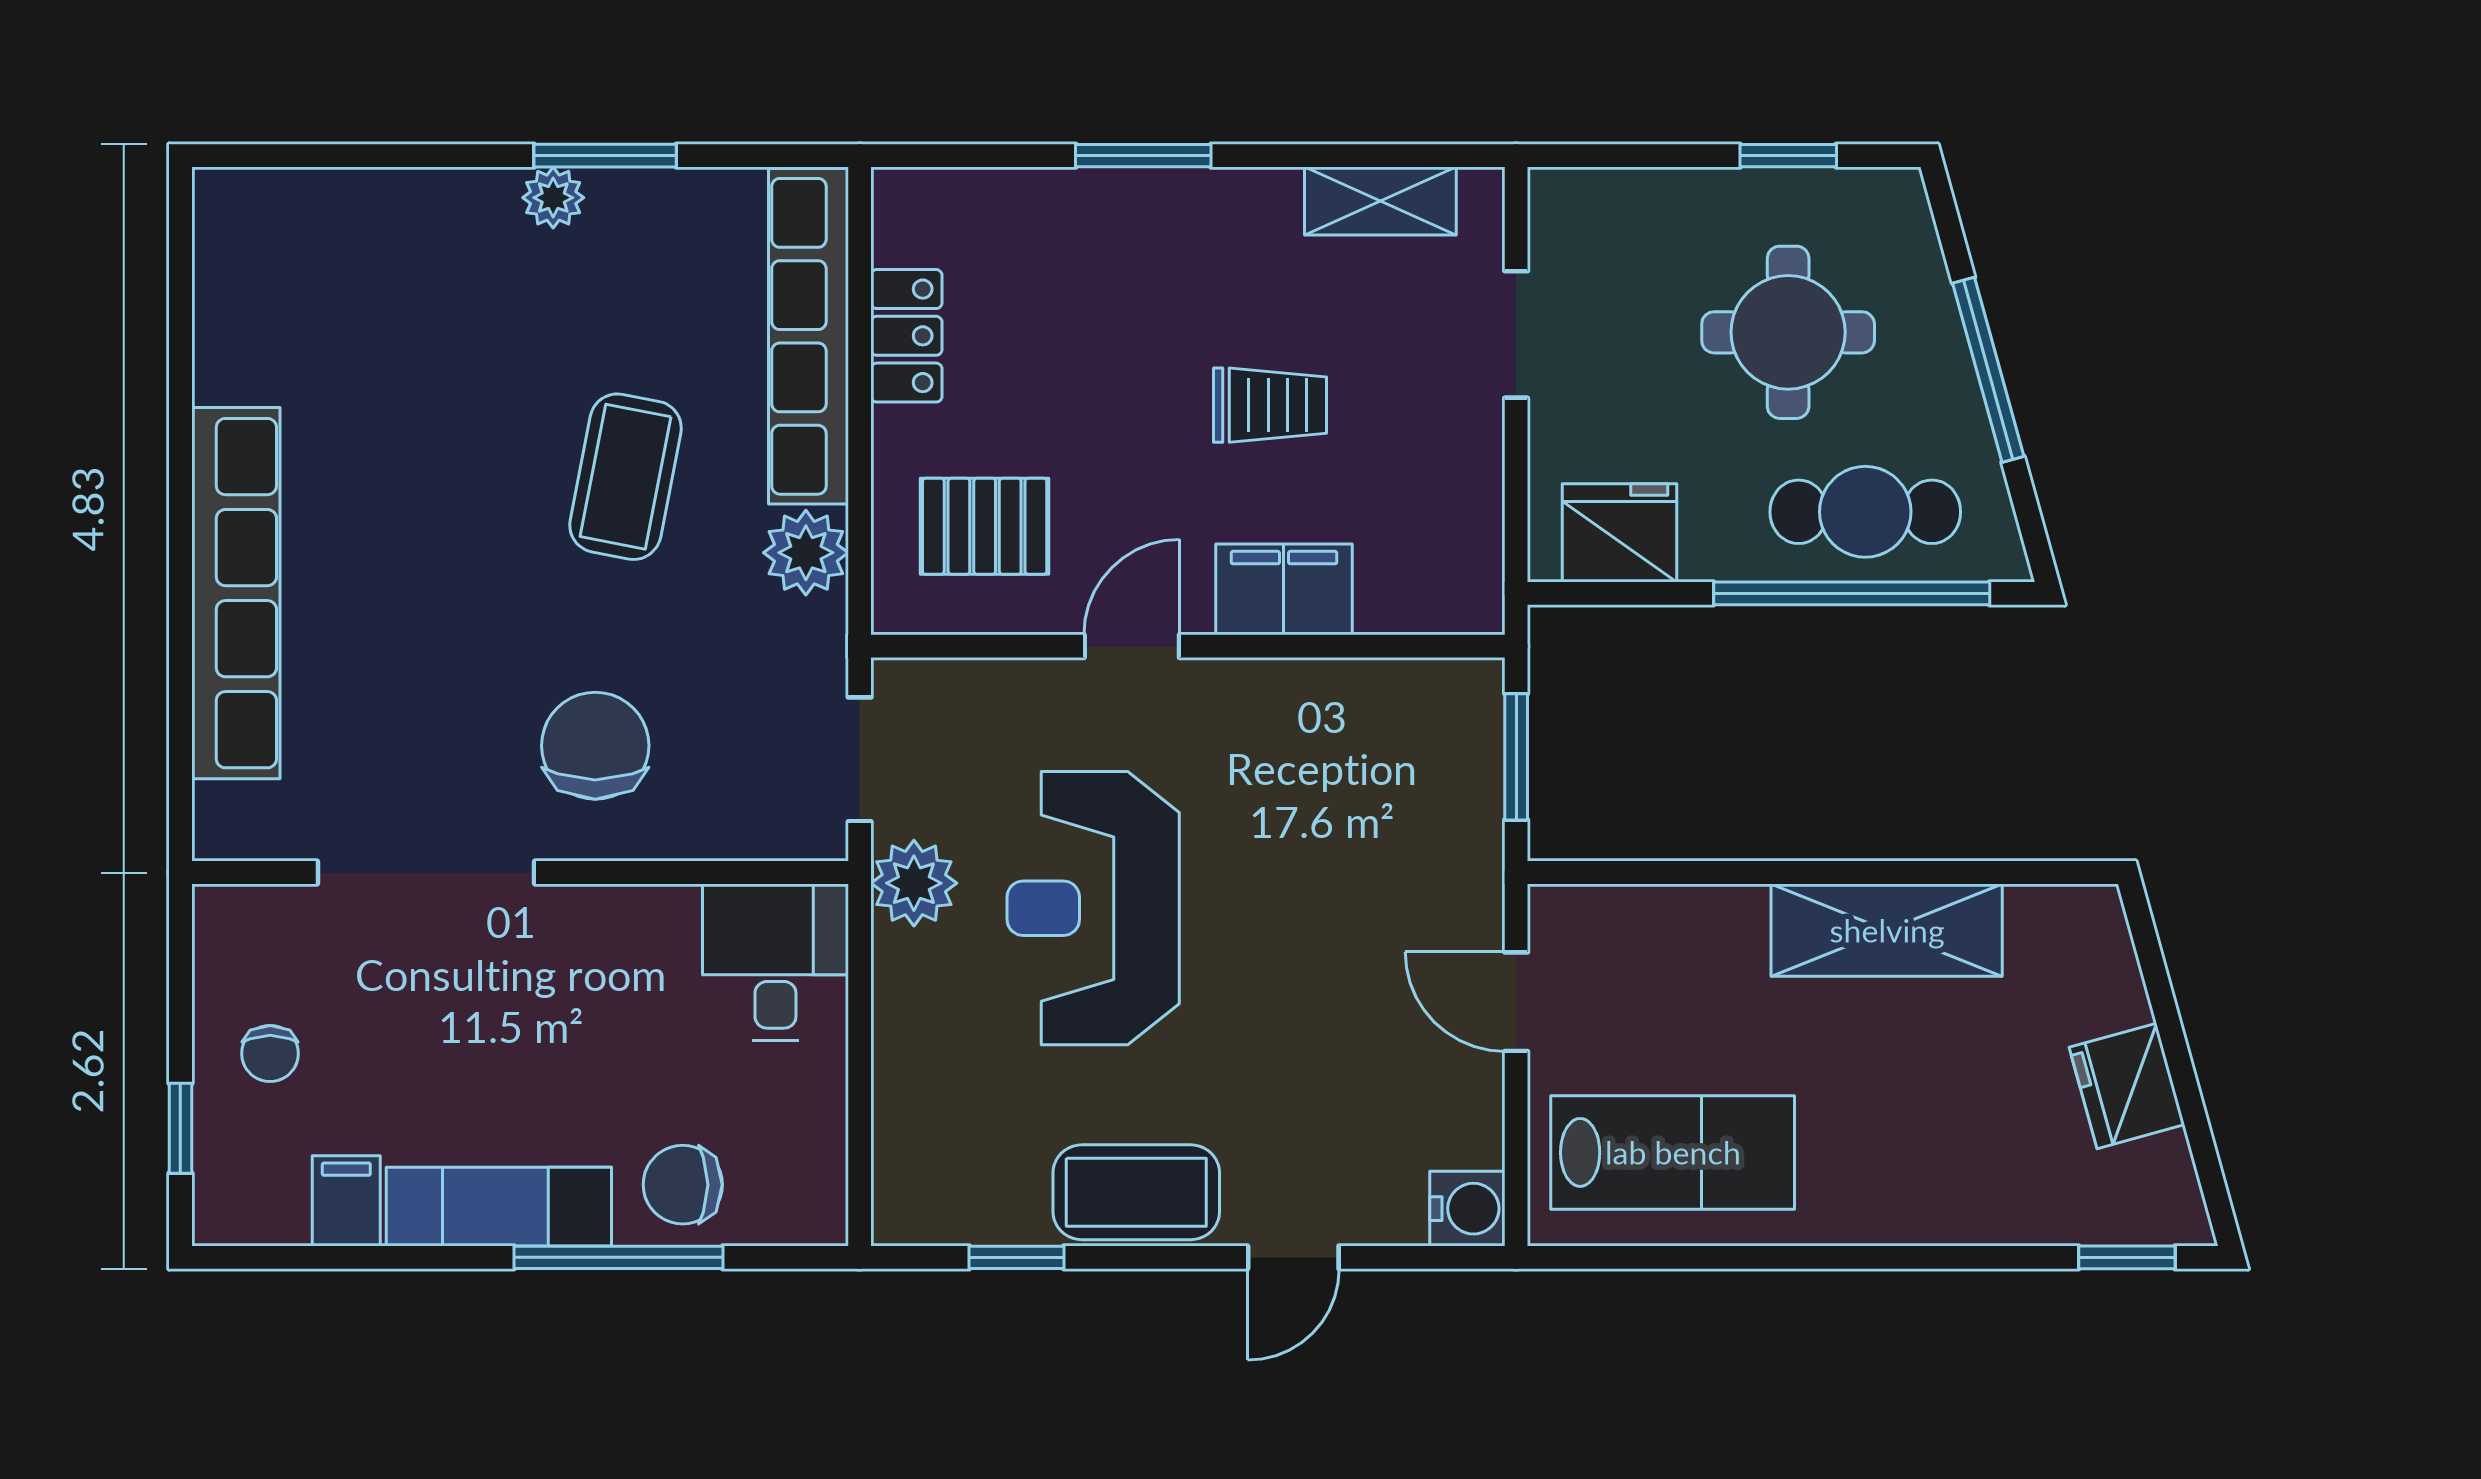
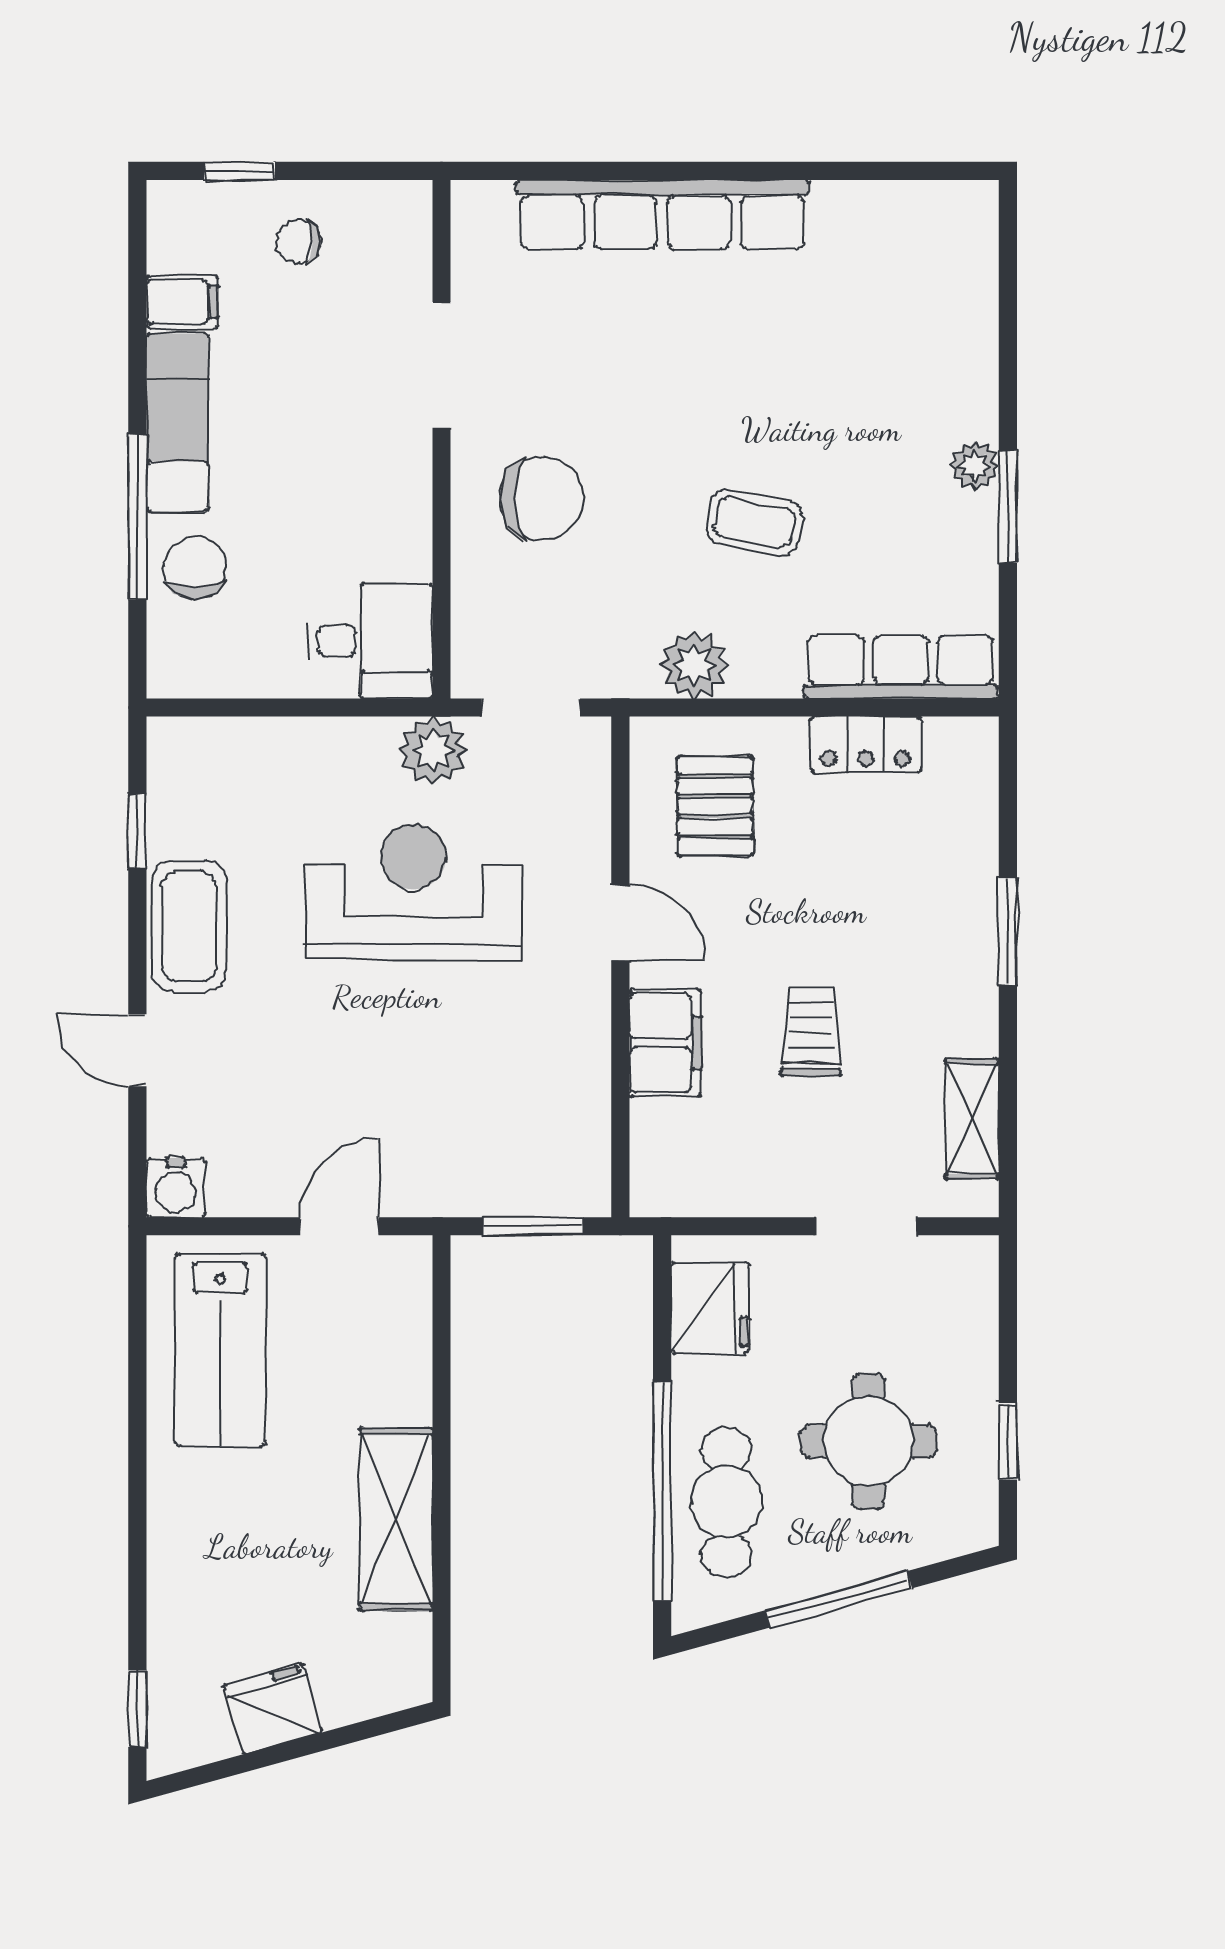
row of seats: (808, 336) -> (901, 667), width x0.73
trolley: (1270, 405) -> (811, 1032), turned 180
coffee table: (625, 477) -> (754, 523), width x0.73, depth x0.77
doorway: (426, 873) -> (441, 365), width x0.73

